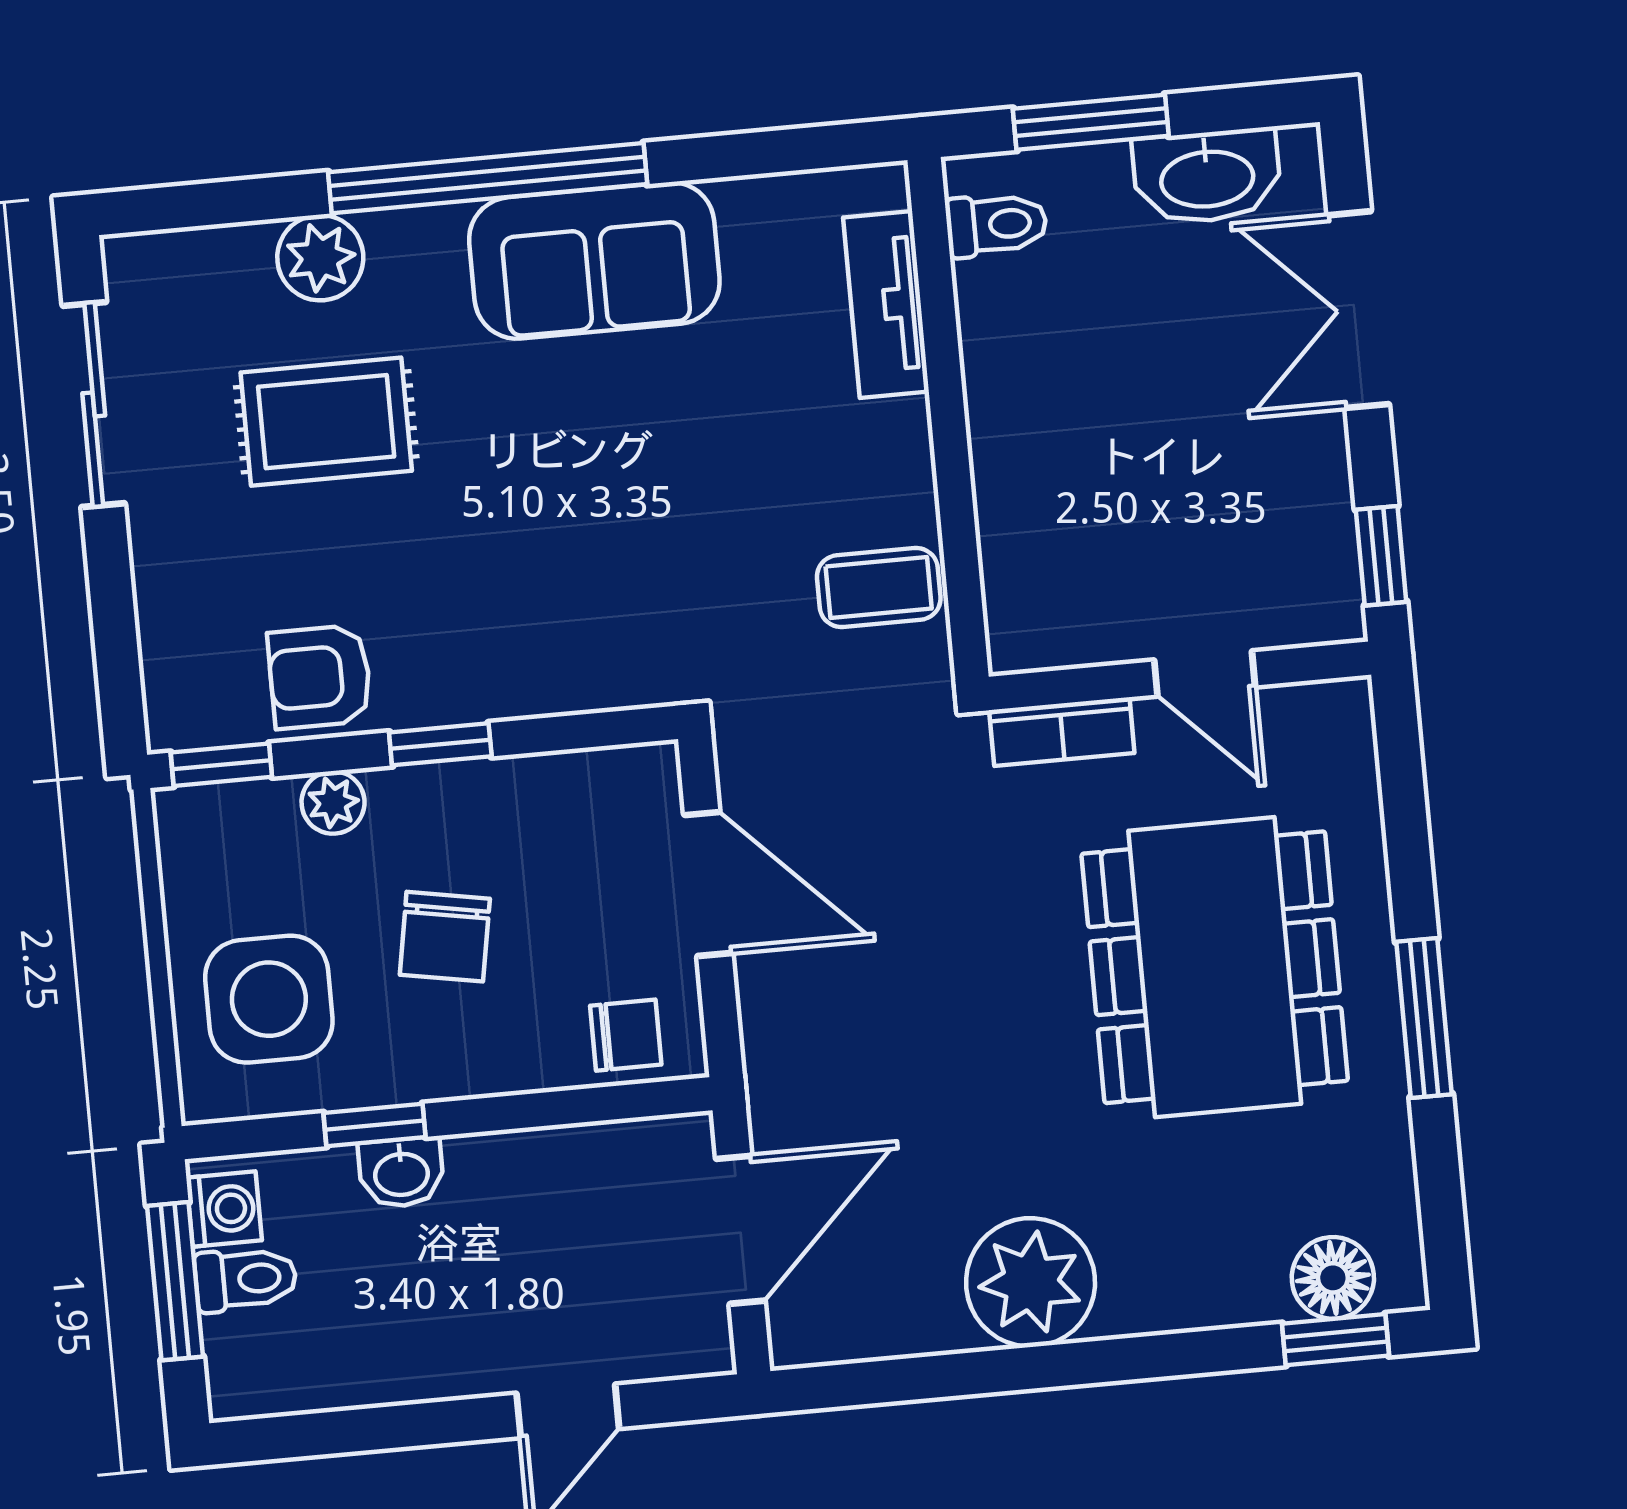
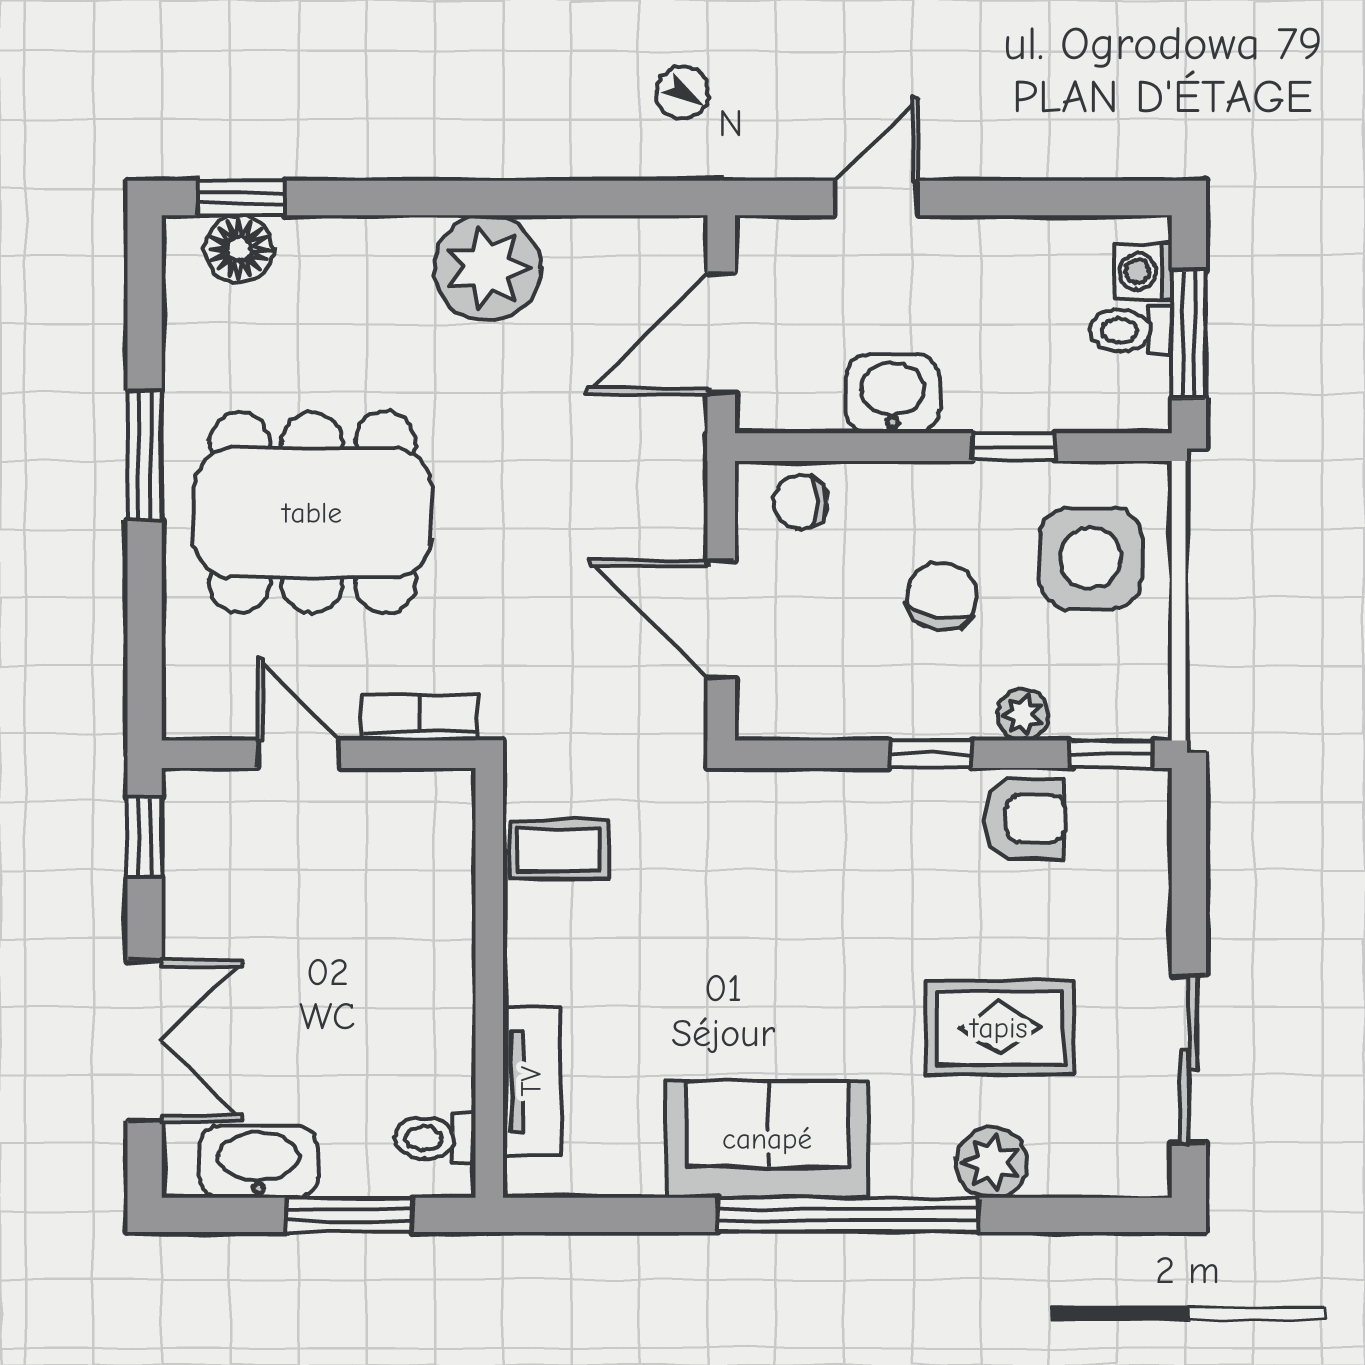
dining table: (1215, 967) -> (312, 513), turned 90
washbasin: (401, 1172) -> (893, 394), moved, width x1.38, depth x1.45
washing machine: (224, 1209) -> (1143, 271), moved

